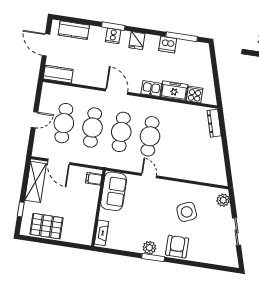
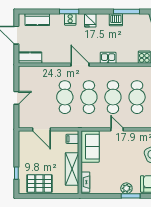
freezer: (174, 91) -> (127, 57), removed
cafe table: (64, 123) -> (137, 97), moved
shelving: (35, 182) -> (72, 169), moved

